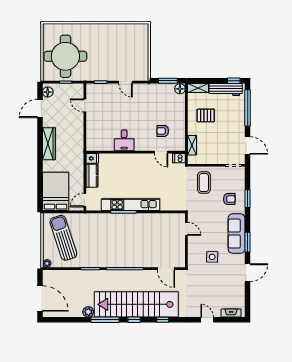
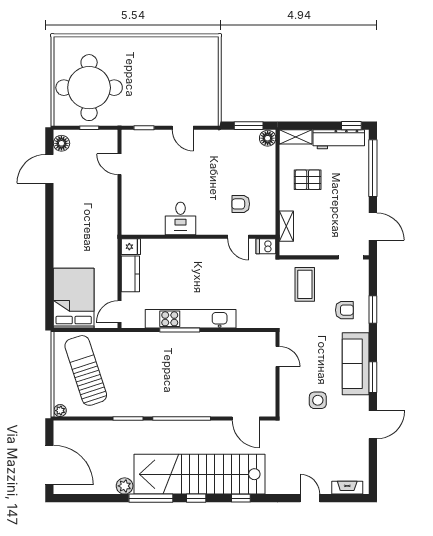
wardrobe: (49, 144) -> (63, 224), removed

